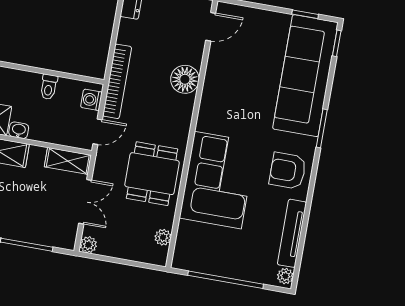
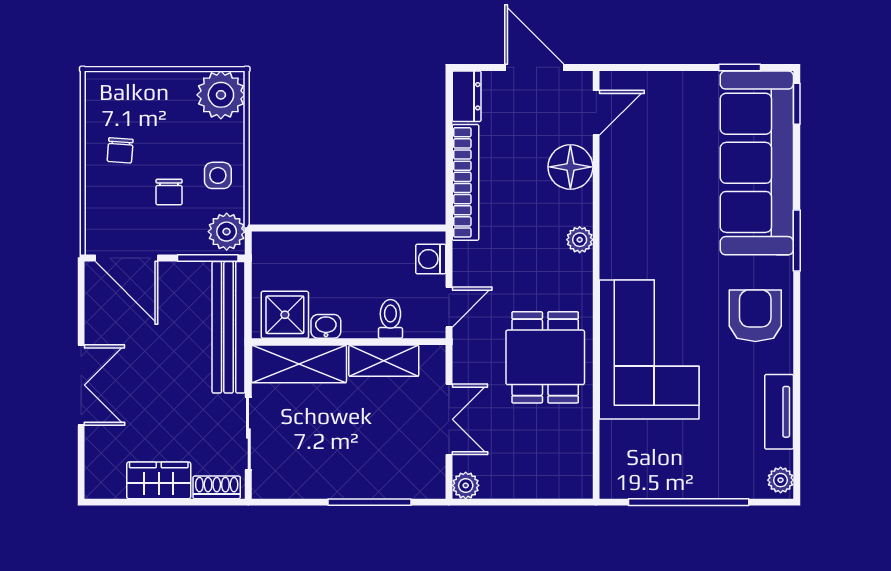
floor lamp: (185, 79) -> (570, 167), moved
bookcase: (117, 81) -> (465, 182), moved
toilet: (49, 87) -> (390, 319), moved, turned 180
shelving: (68, 161) -> (384, 361), moved
armchair: (288, 171) -> (755, 316), turned 90
tv unit: (292, 233) -> (779, 412), width x0.71
plant: (163, 237) -> (580, 240), moved

